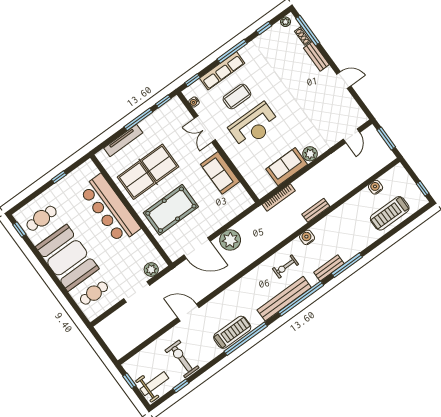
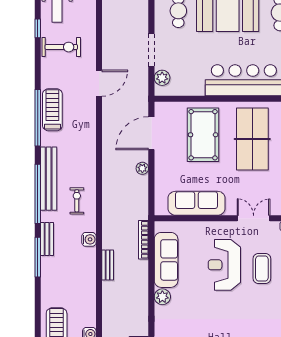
sofa: (287, 167) -> (166, 260), width x1.36
sofa: (220, 173) -> (197, 203), width x1.36
plant: (230, 240) -> (142, 168), width x0.53, depth x0.53
treadmill: (232, 332) -> (52, 110), turned 180

